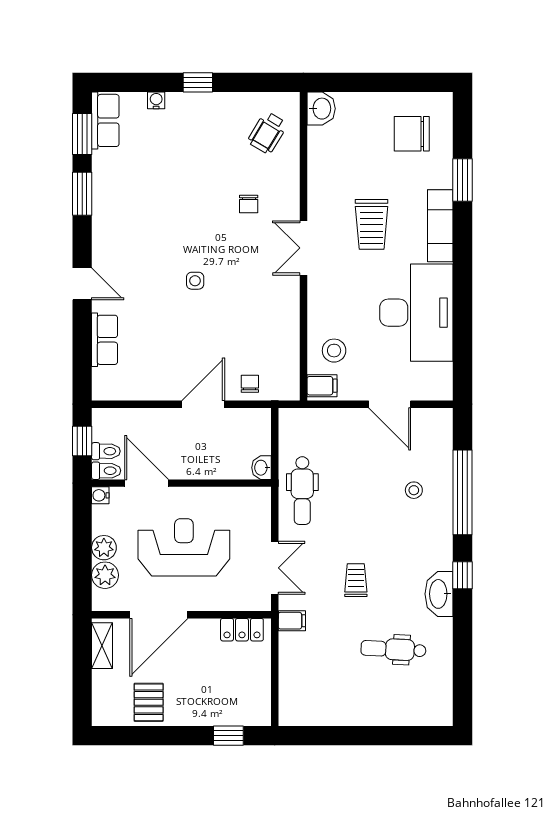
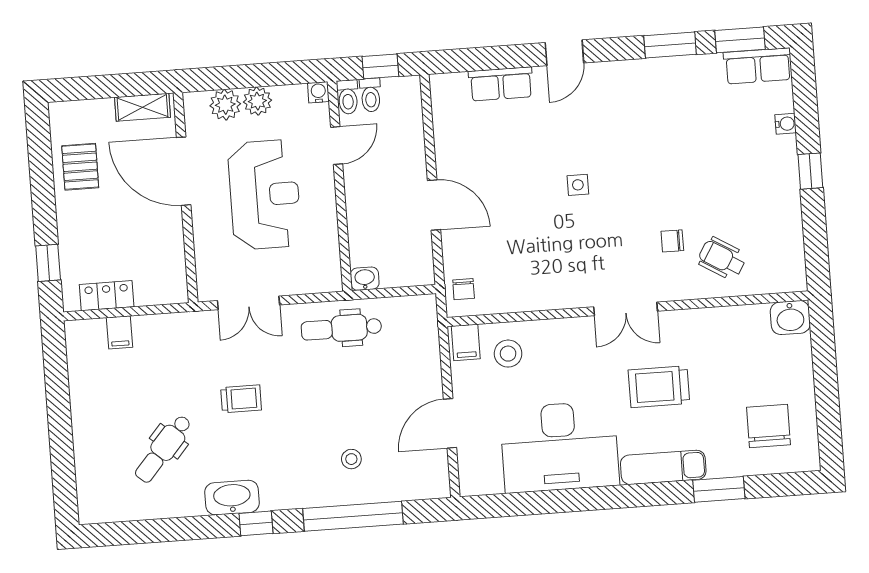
wheelchair: (267, 133) -> (722, 259), moved
double door: (303, 248) -> (626, 309), swing flipped
chair: (250, 384) -> (464, 289), moved, turned 90
door: (147, 483) -> (337, 145), width x0.73
filing cabinet: (292, 621) -> (120, 332), moved
locker: (242, 630) -> (107, 296), moved, turned 90
dental chair: (393, 649) -> (163, 449), turned -142
pallet: (149, 702) -> (80, 167), turned 90

